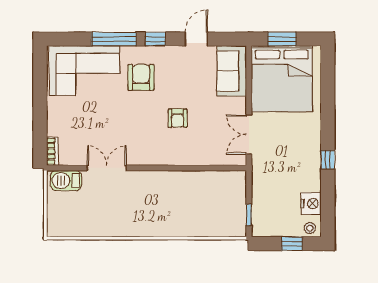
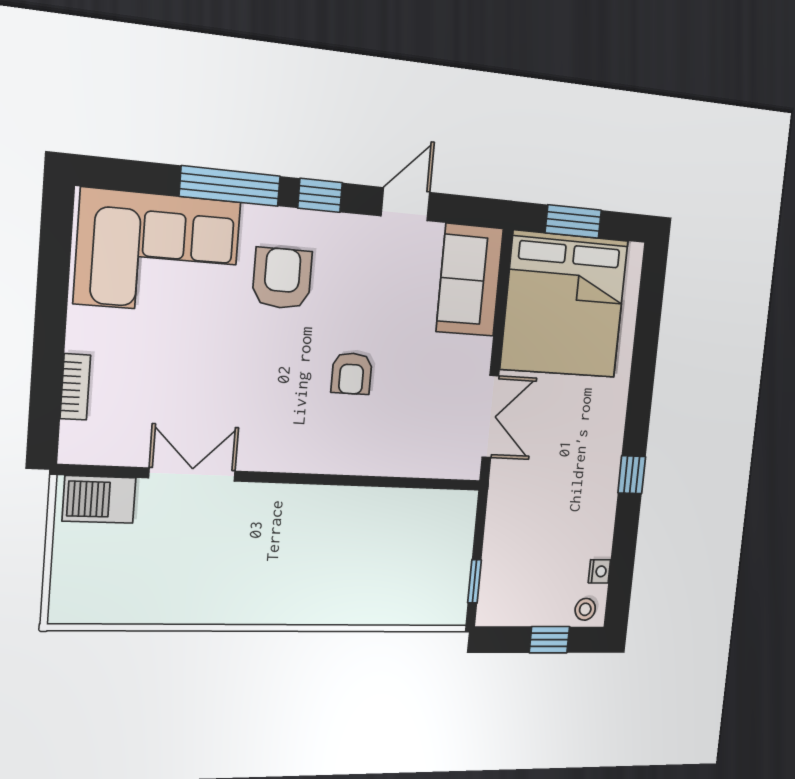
double door: (249, 135) -> (490, 417), swing flipped
bookcase: (52, 151) -> (75, 387), moved
nightstand: (311, 204) -> (599, 571), width x0.53, depth x0.56

